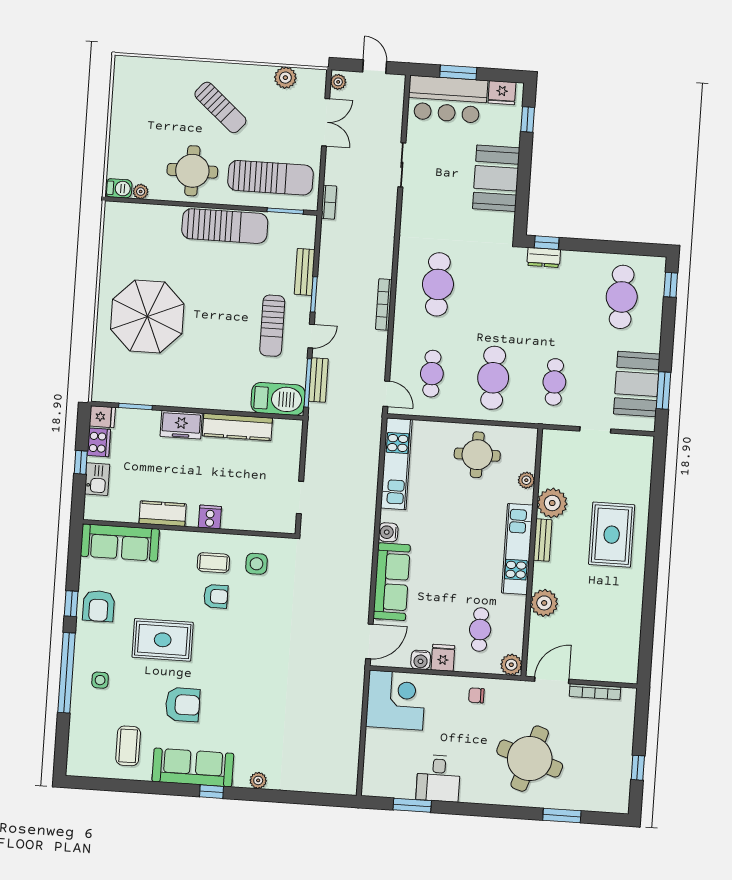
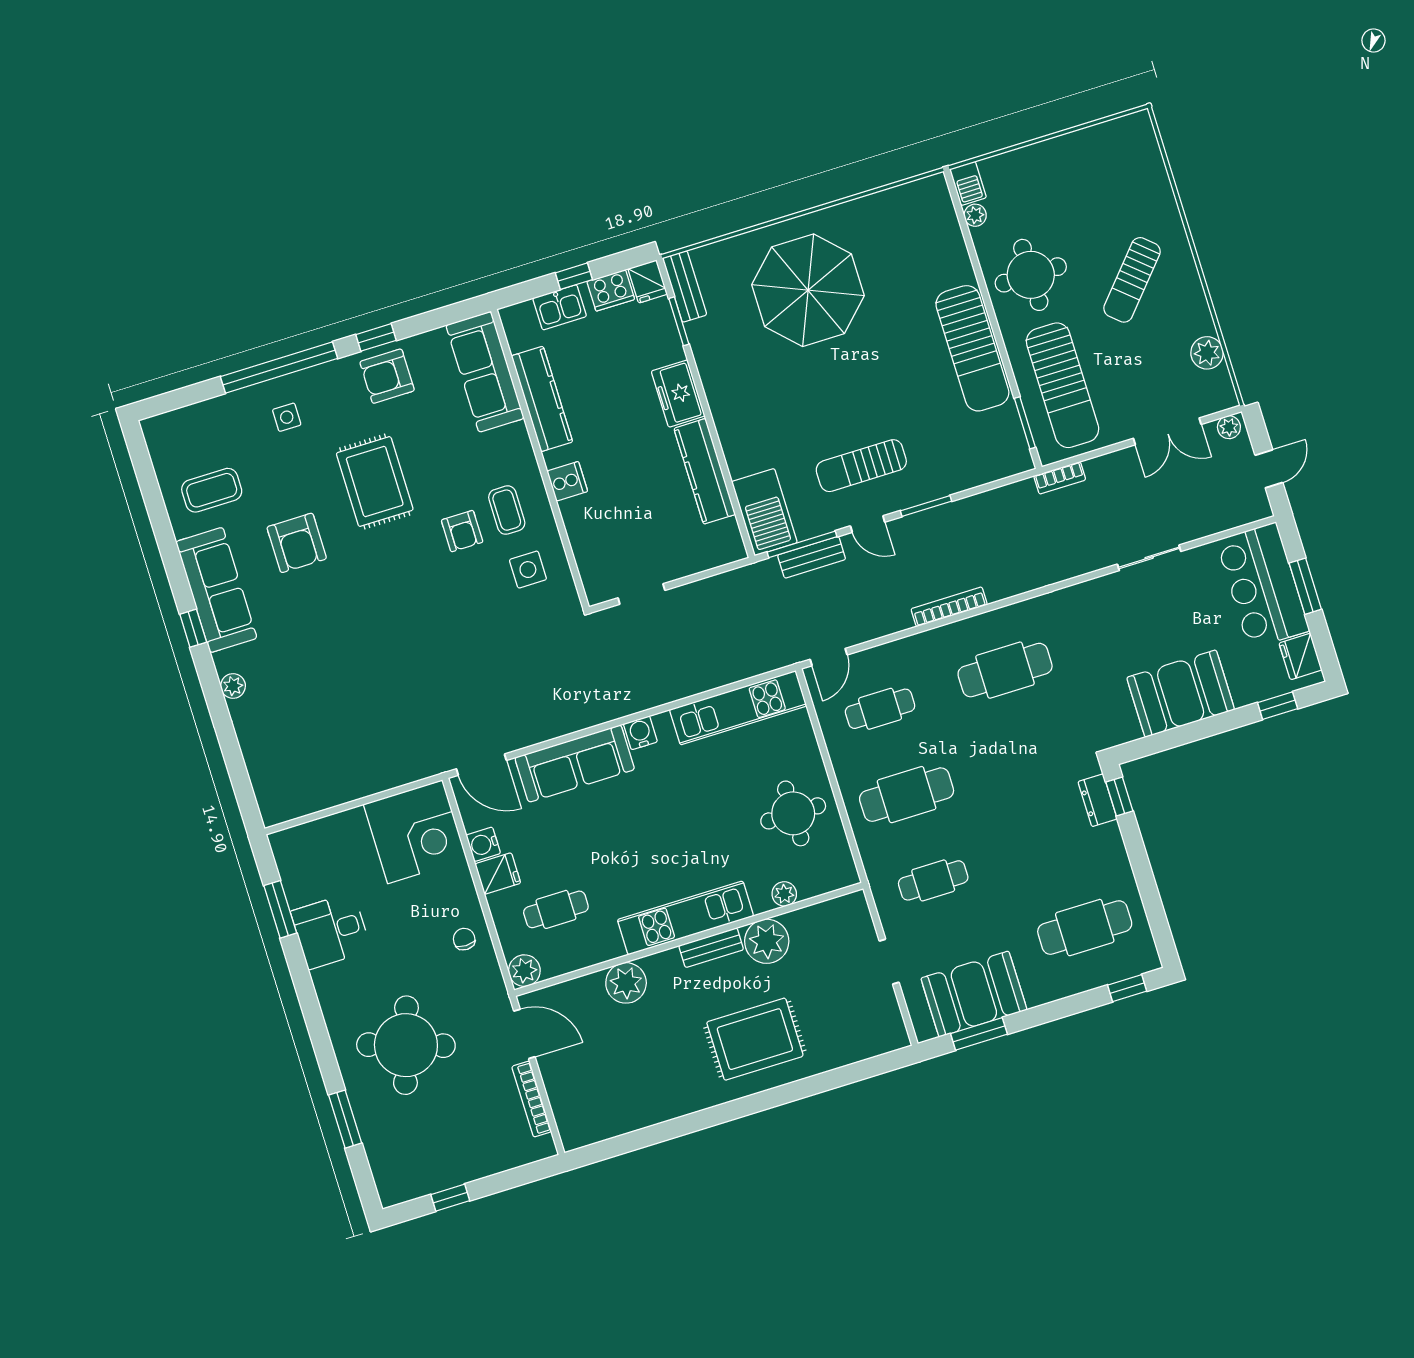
bench: (305, 272) -> (685, 286), moved, turned 90
kitchen counter: (163, 514) -> (542, 399), width x1.50

